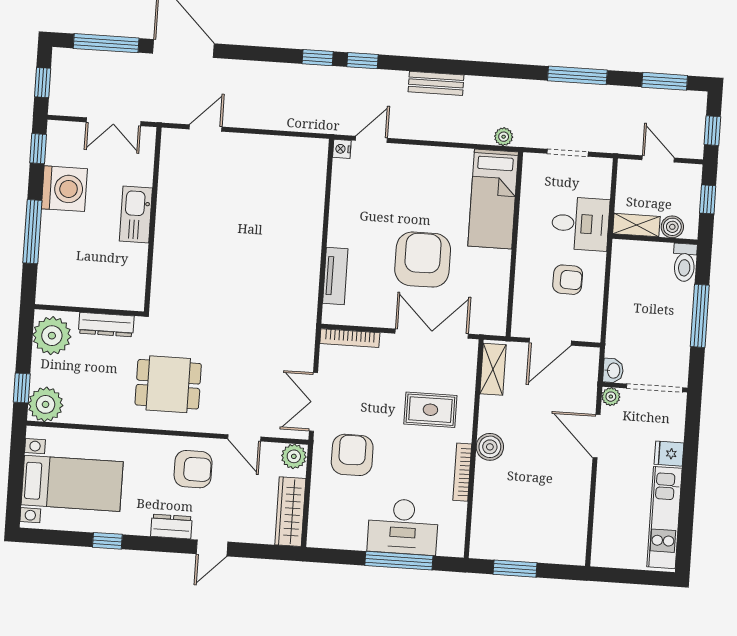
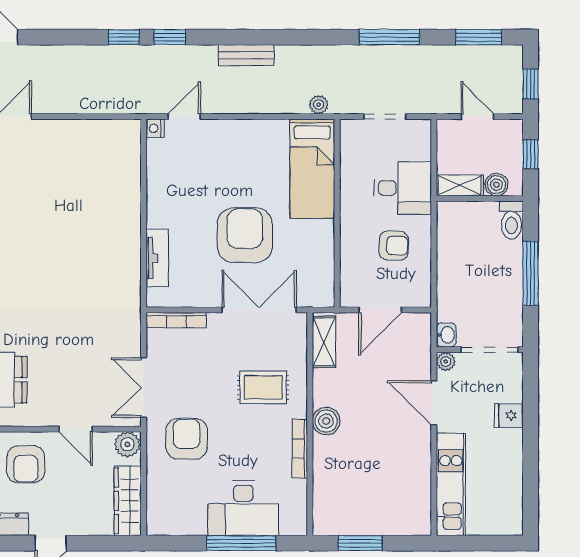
armchair: (193, 469) -> (26, 464), turned 90
kitchen unit: (664, 518) -> (451, 484), moved, turned 180

